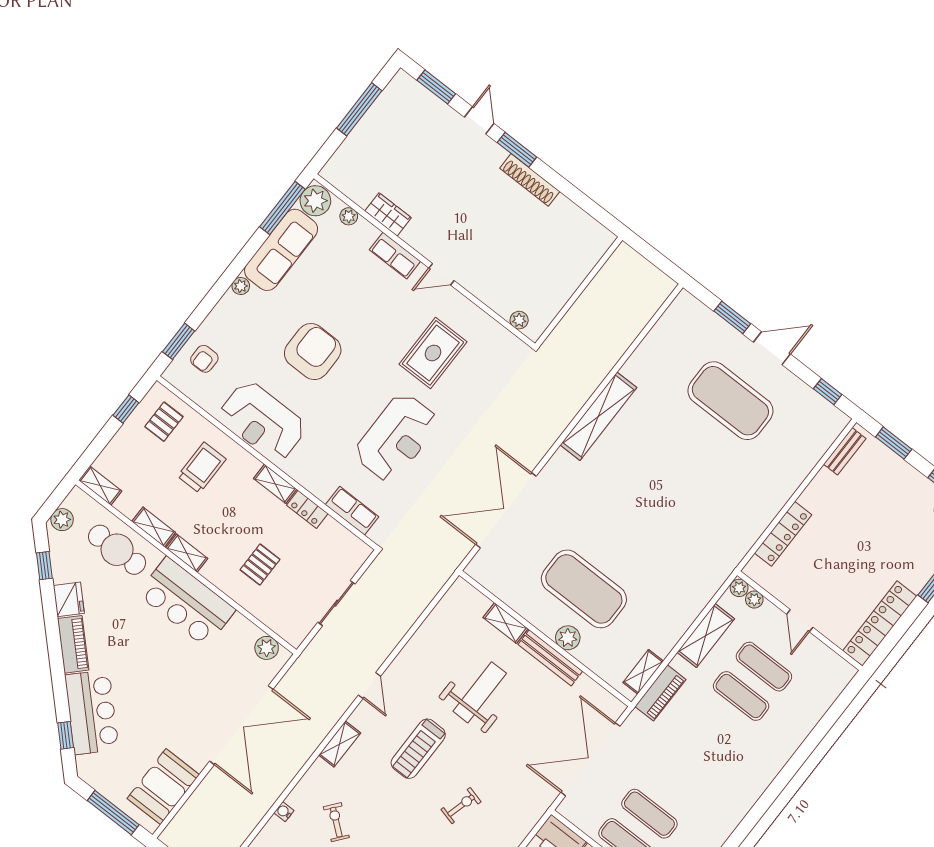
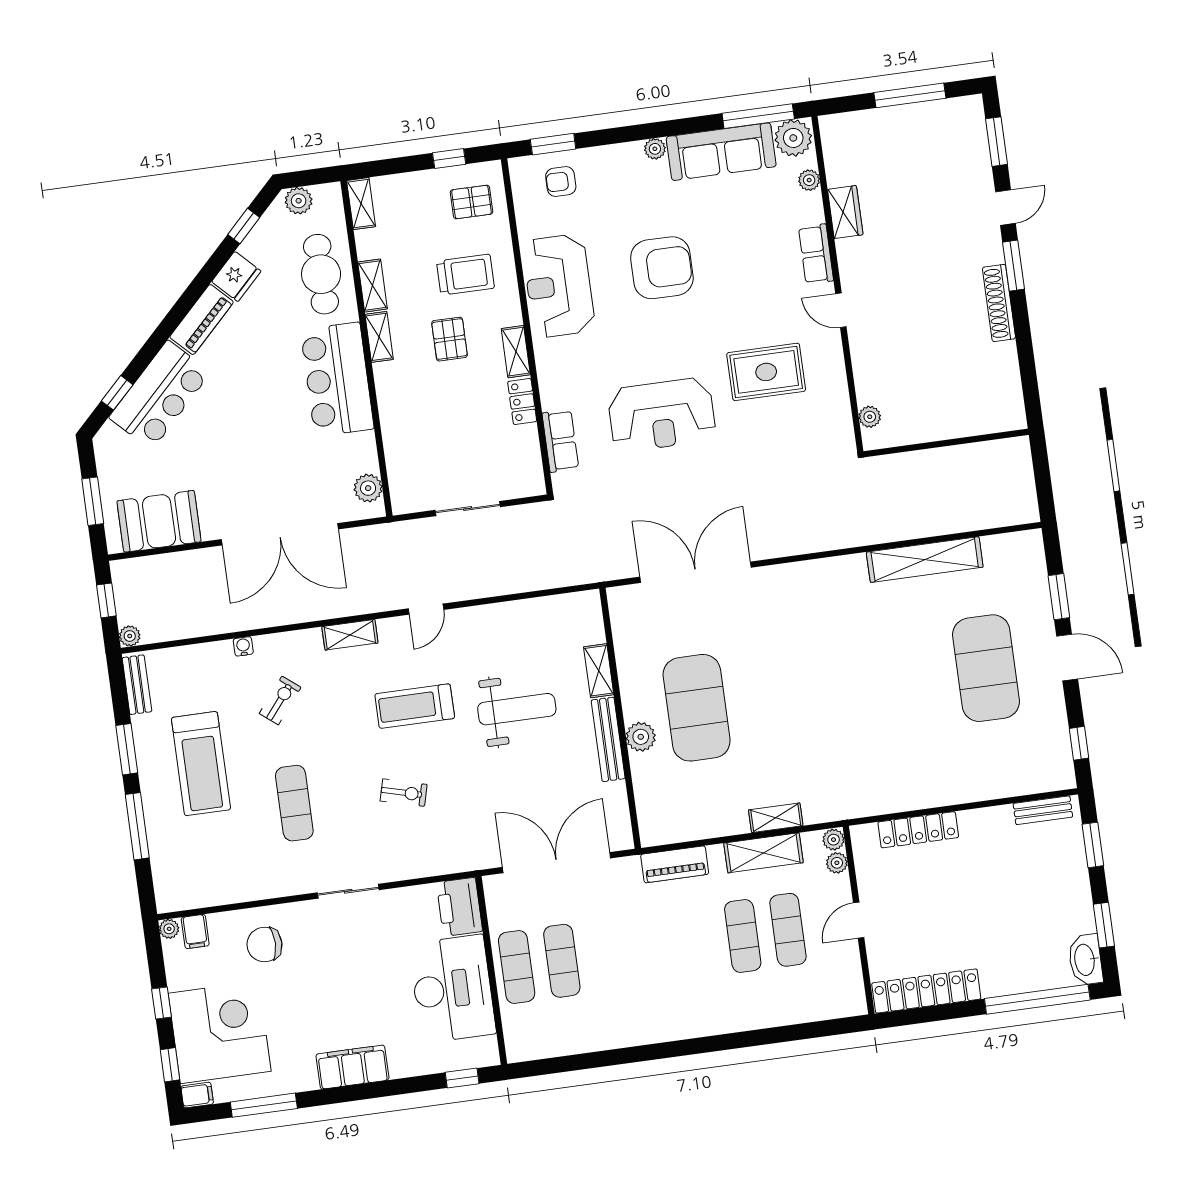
shelving: (598, 416) -> (925, 560), moved
pallet: (260, 565) -> (450, 339), moved, turned 90
shelving: (643, 672) -> (776, 818), moved
window: (113, 813) -> (93, 501), width x0.69

